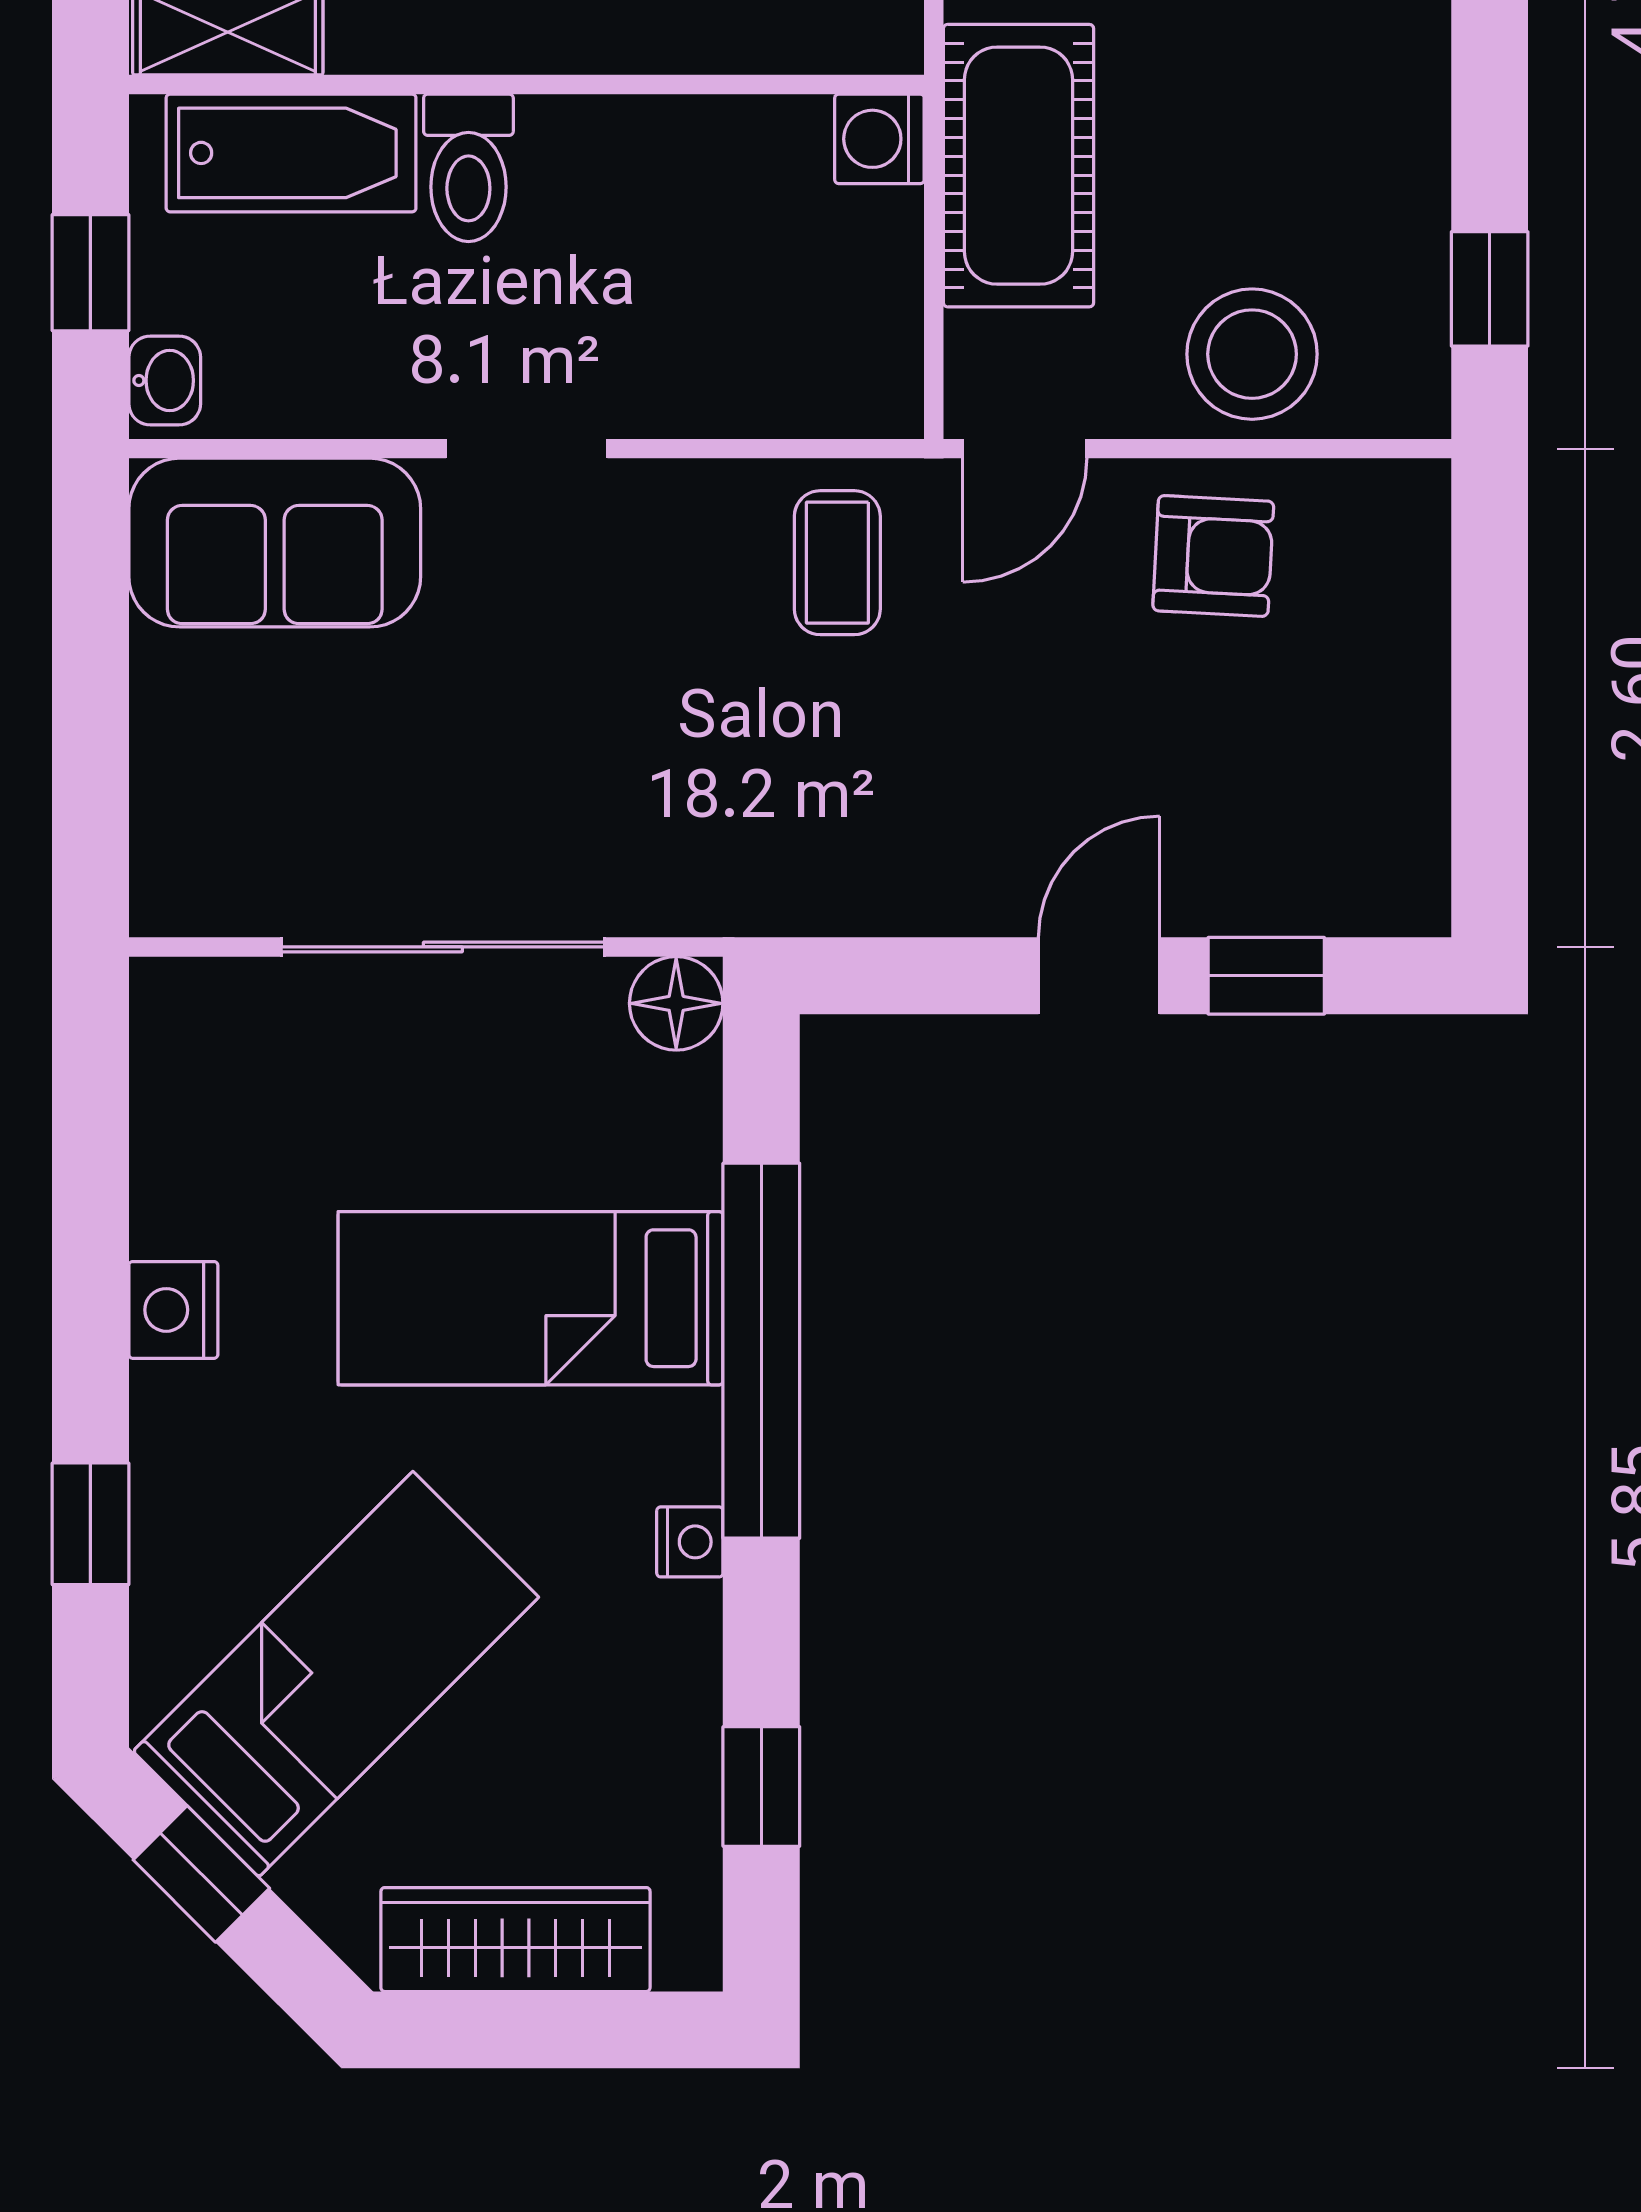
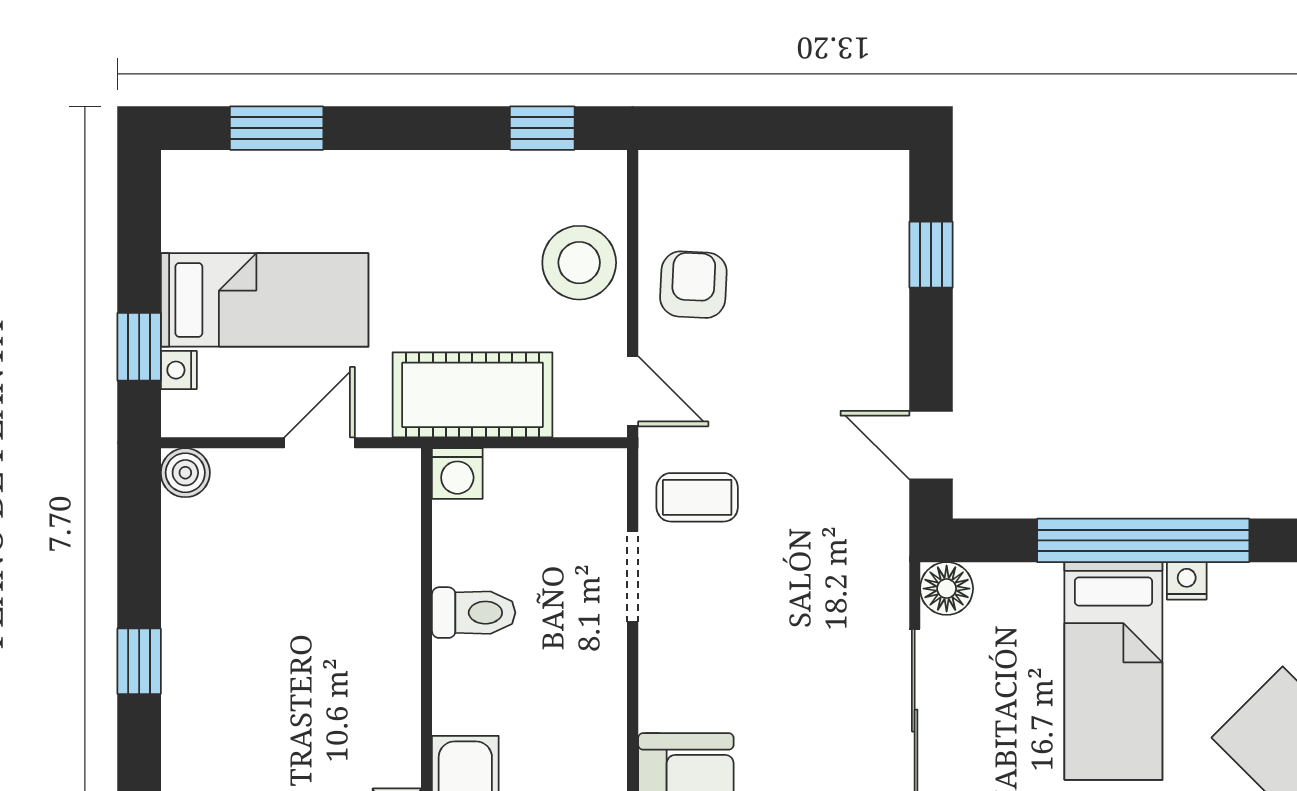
toilet: (468, 168) -> (474, 613), moved
doorway: (527, 449) -> (633, 577), moved
door: (1099, 976) -> (931, 445), moved
nightstand: (690, 1542) -> (1187, 581), moved

